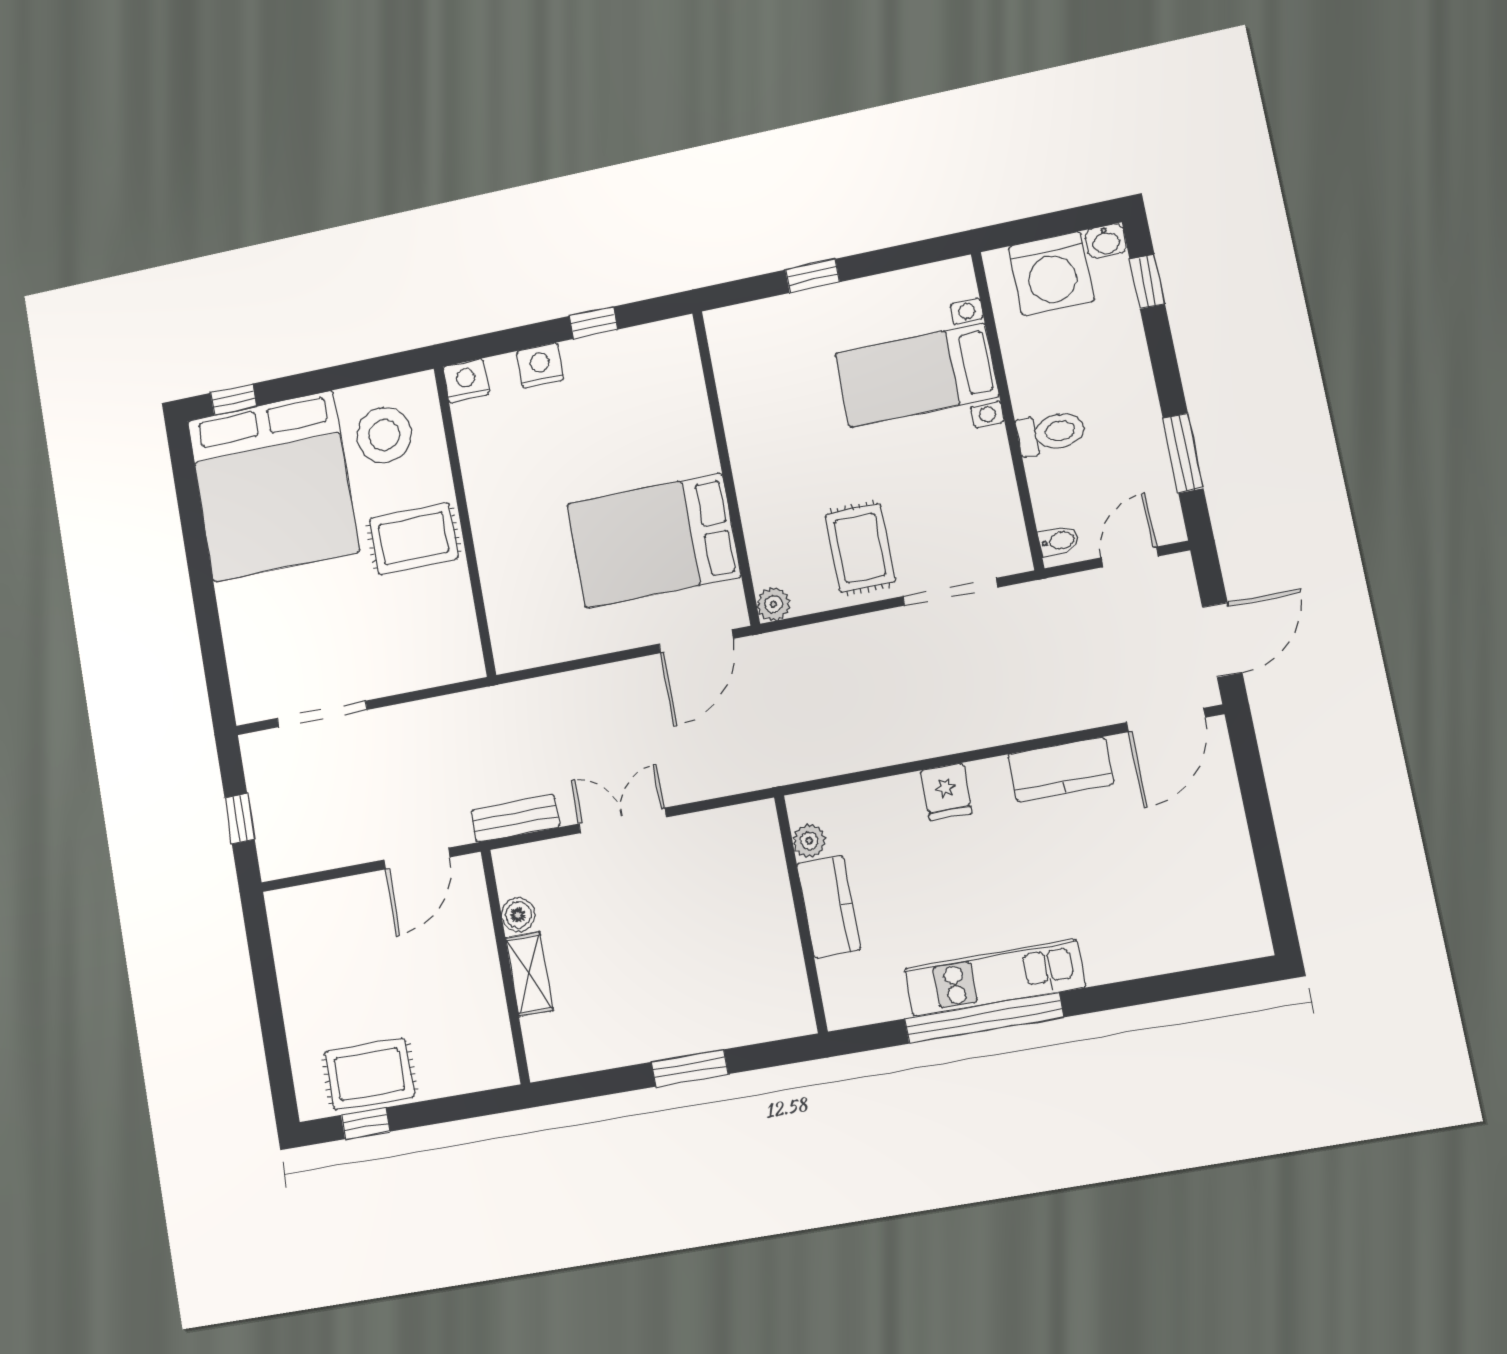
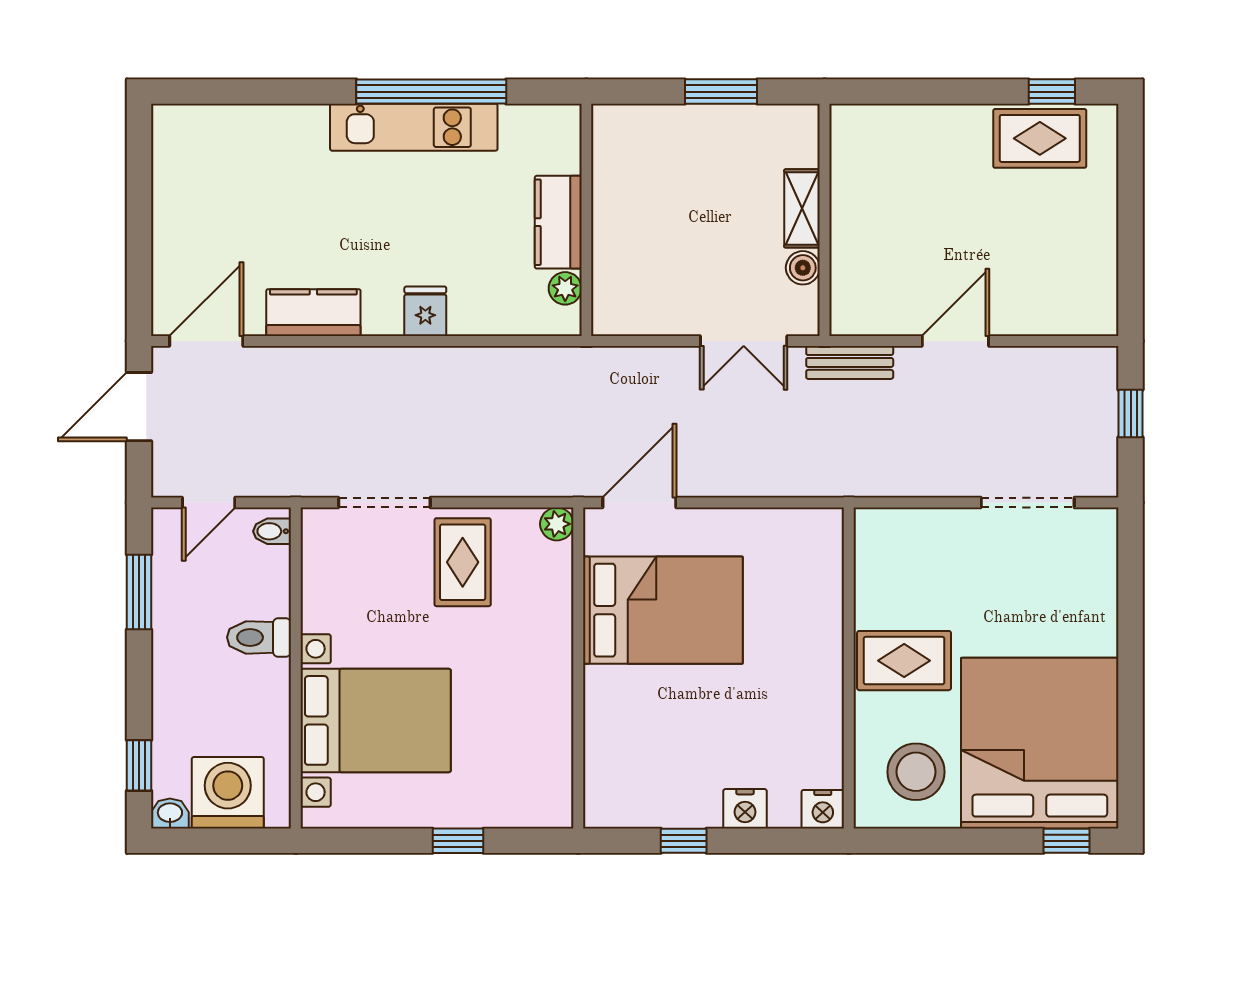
bed with nightstands: (917, 375) -> (376, 720), width x1.36
boiler: (518, 915) -> (803, 268), moved
wall: (505, 966) -> (825, 220), moved
shelving: (529, 974) -> (802, 208), moved

